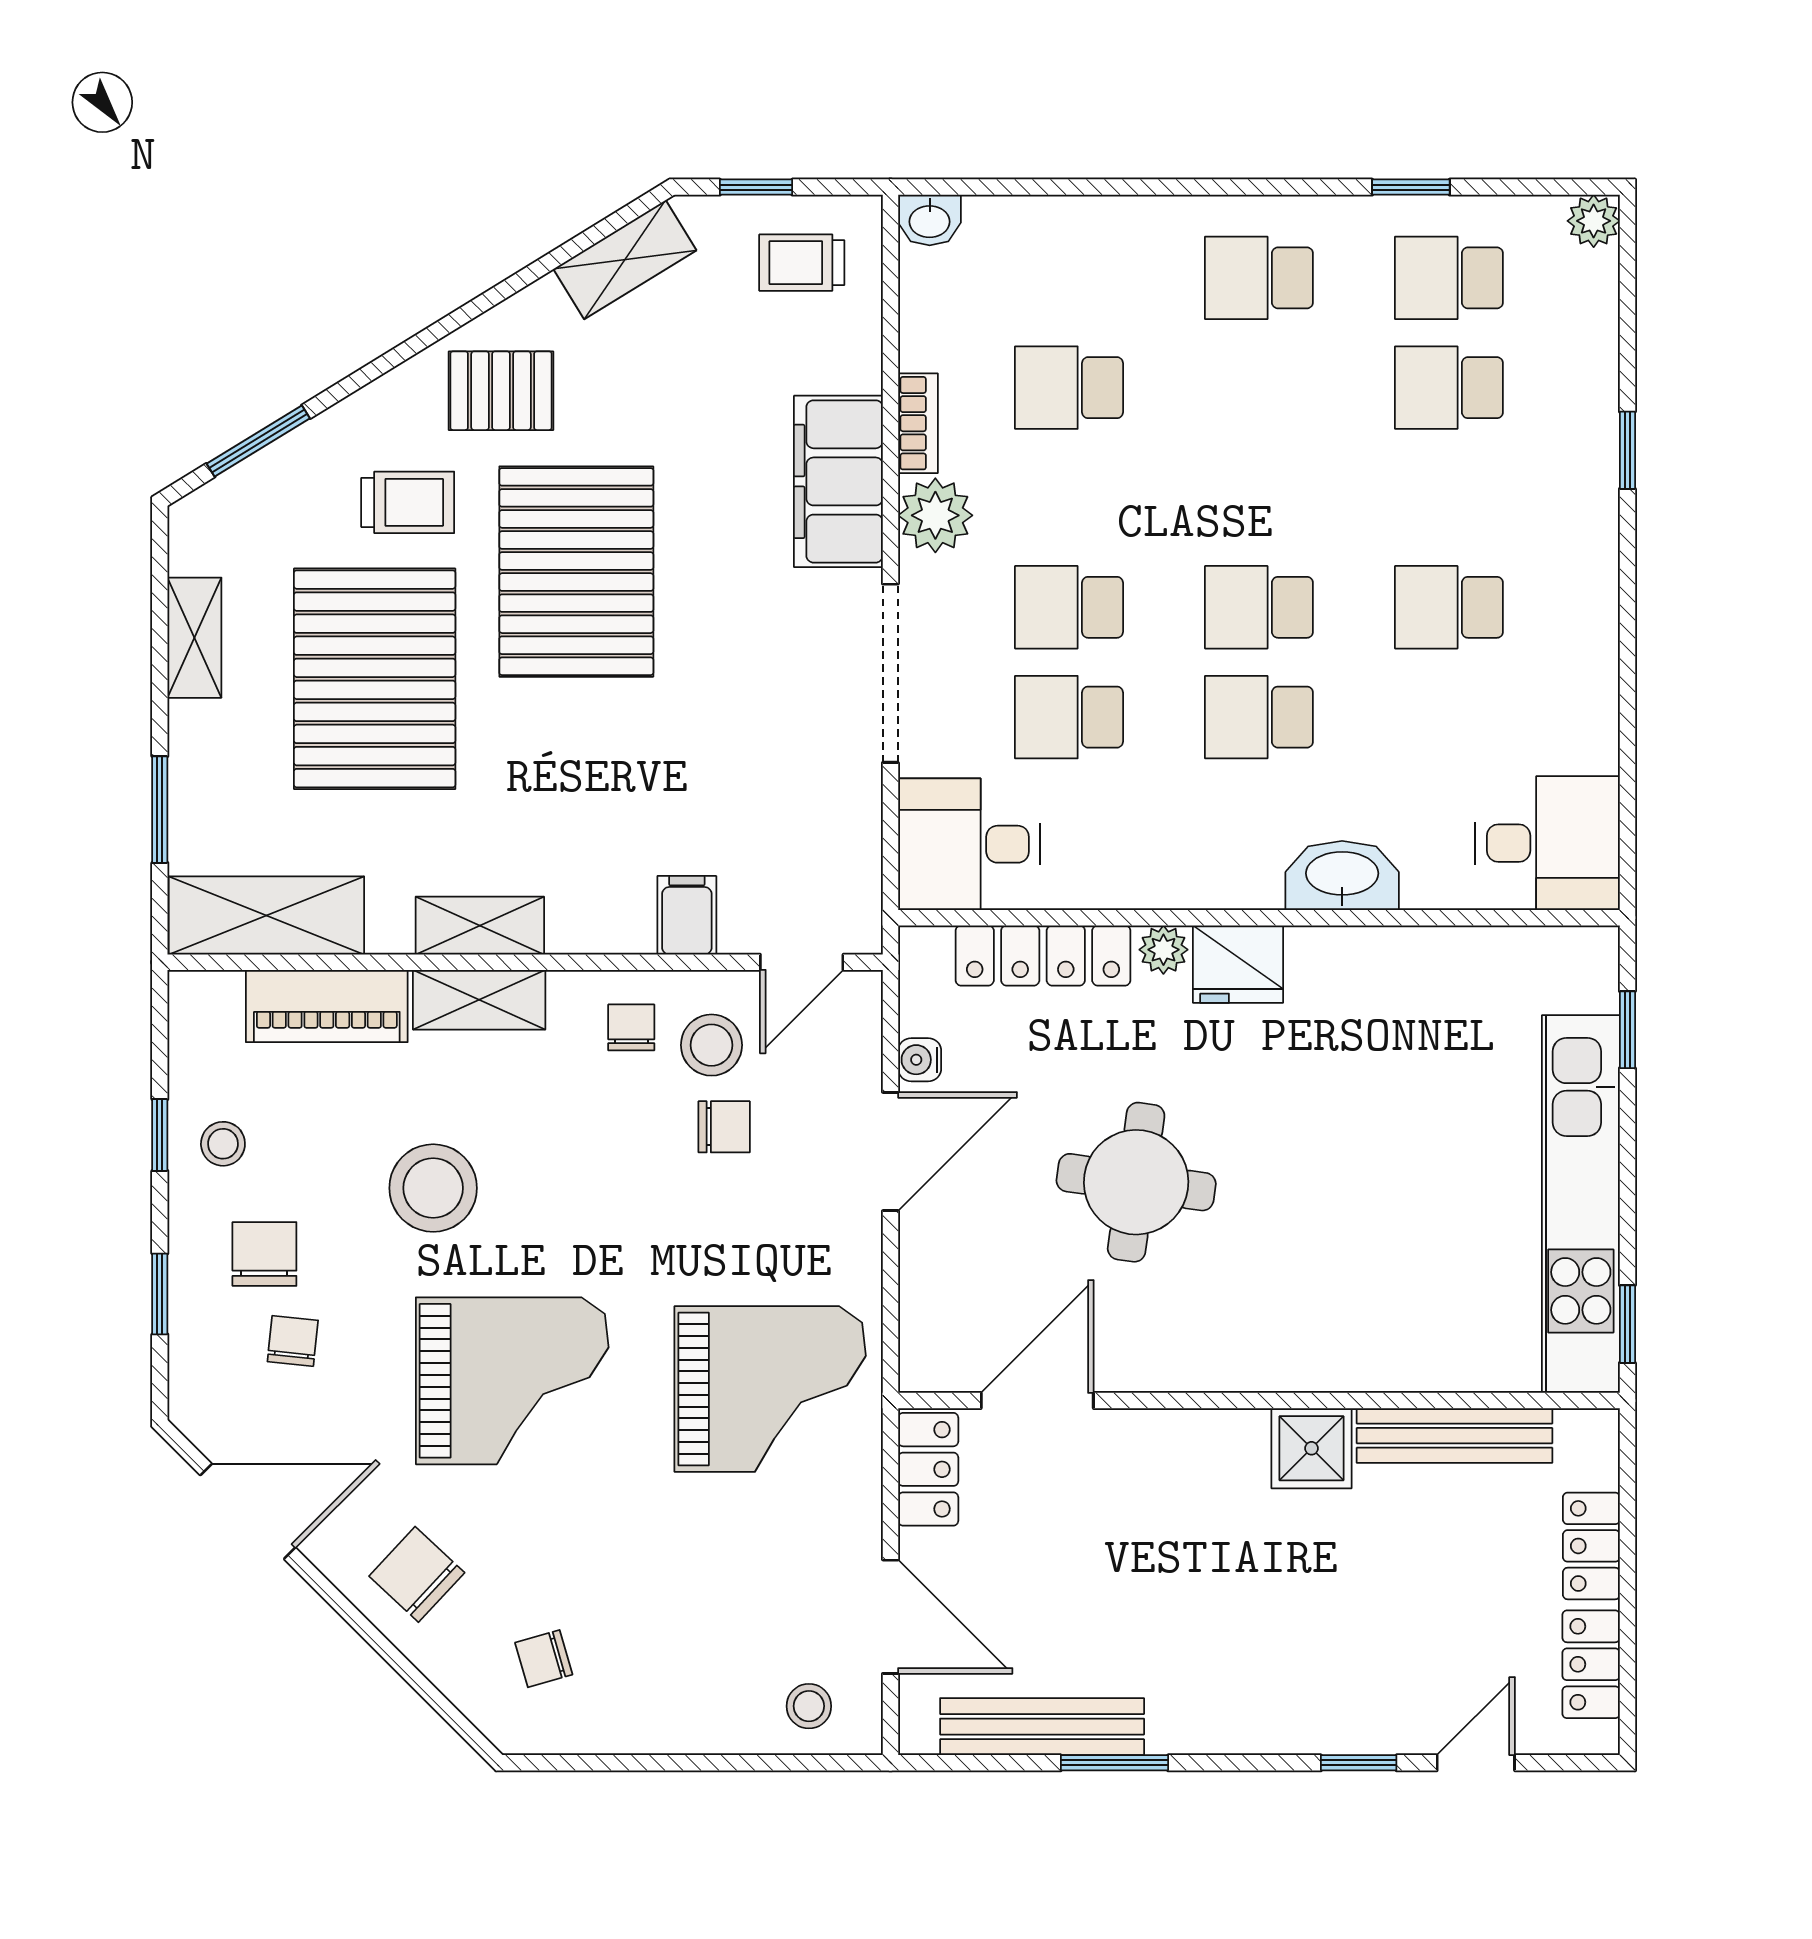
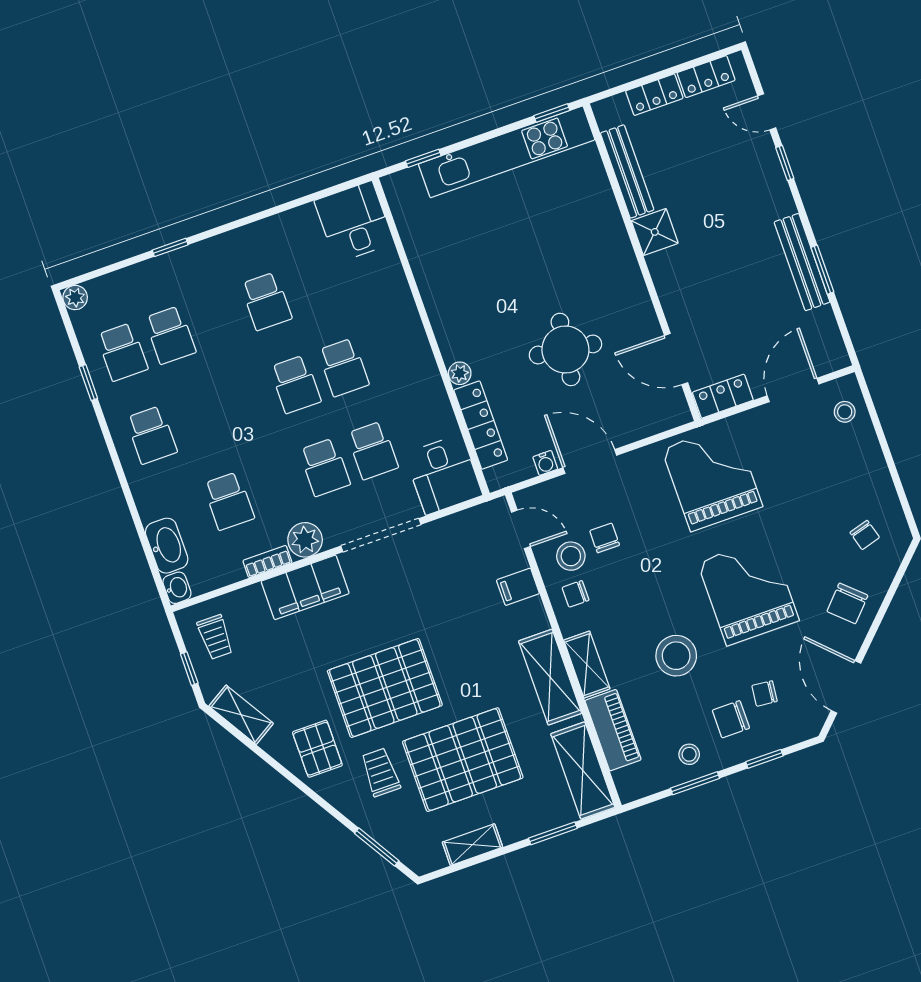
washbasin: (1342, 875) -> (167, 546), moved, turned 180
shelving: (480, 926) -> (550, 677), width x1.50, depth x1.33
fridge: (1238, 964) -> (455, 339), removed
window: (160, 1135) -> (695, 783), width x1.50
bench: (1042, 1727) -> (802, 262), moved

